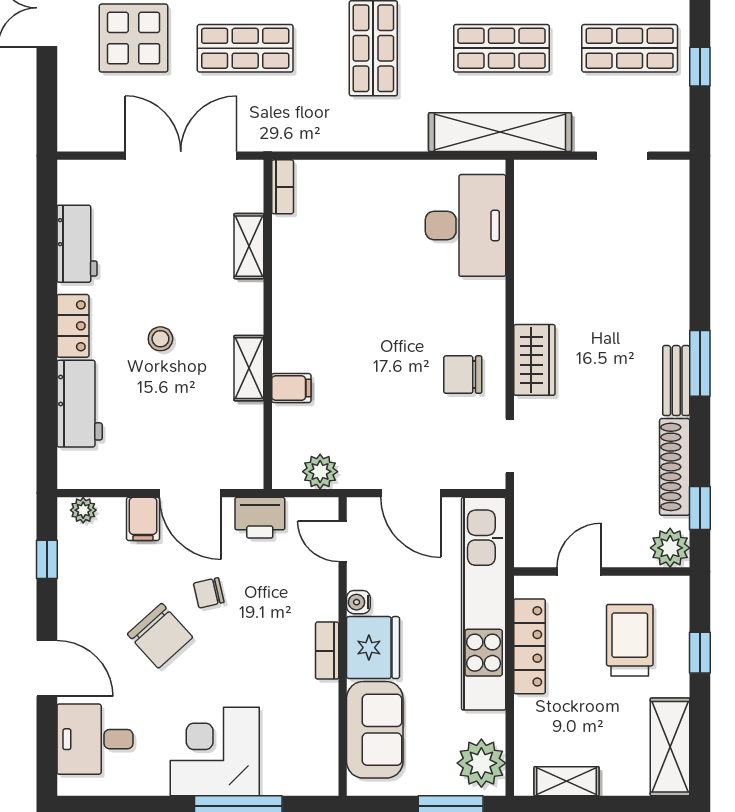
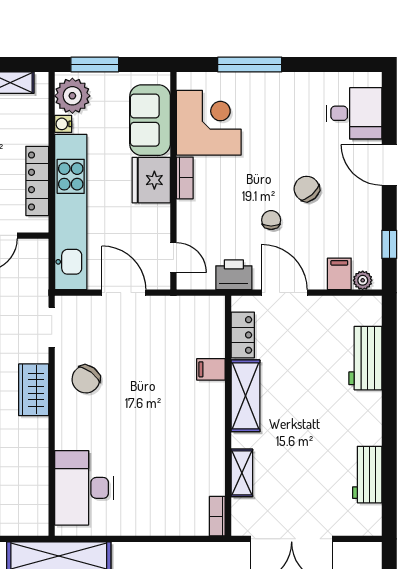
locker: (73, 326) -> (243, 335), moved, turned 180
stool: (160, 339) -> (306, 405), removed
shelving: (249, 368) -> (246, 396), width x1.50, depth x1.33
chair: (463, 375) -> (86, 379), turned 127
plant: (320, 472) -> (190, 308), removed
filing cabinet: (143, 519) -> (339, 274), moved
chair: (209, 593) -> (271, 220), turned -77
water cooler: (358, 602) -> (63, 124), moved, turned 180
chair: (160, 636) -> (307, 189), width x0.73, depth x0.73
corner desk: (215, 751) -> (209, 123), moved, turned -90

